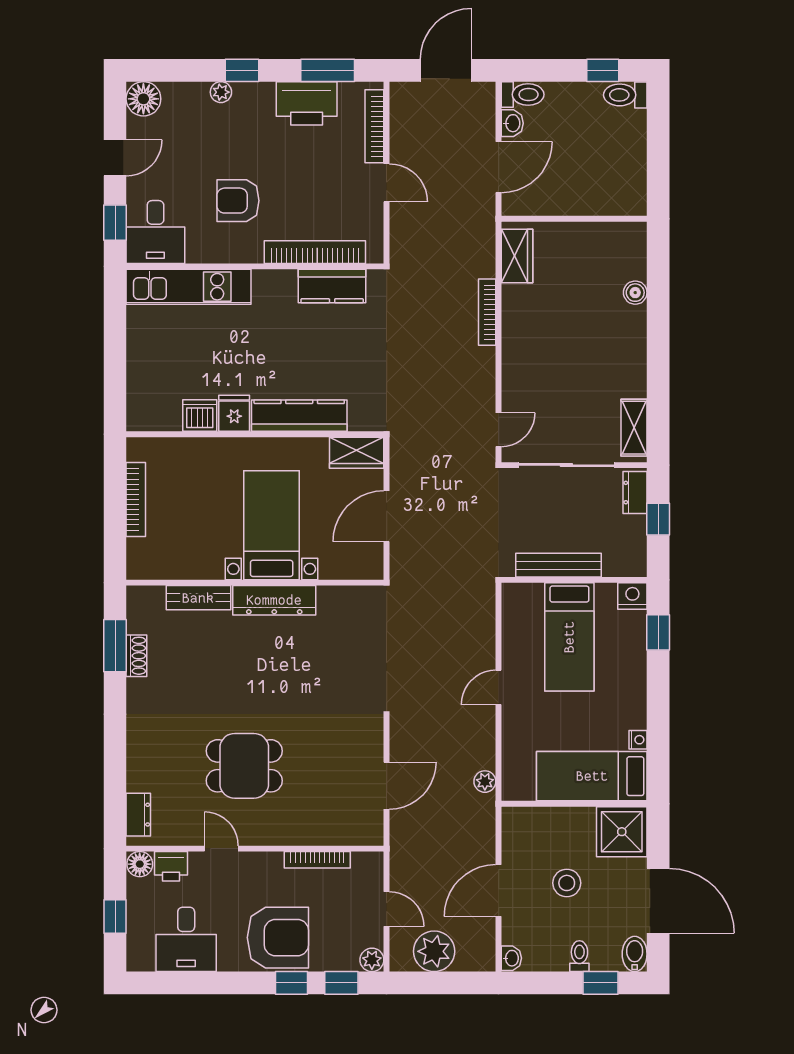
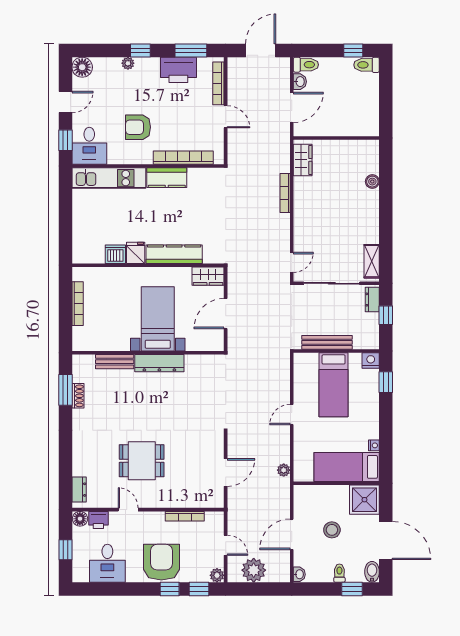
kitchen counter: (332, 286) -> (167, 178), moved
armchair: (278, 938) -> (161, 562), turned -90

